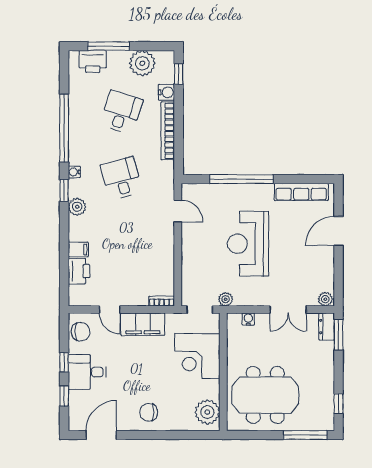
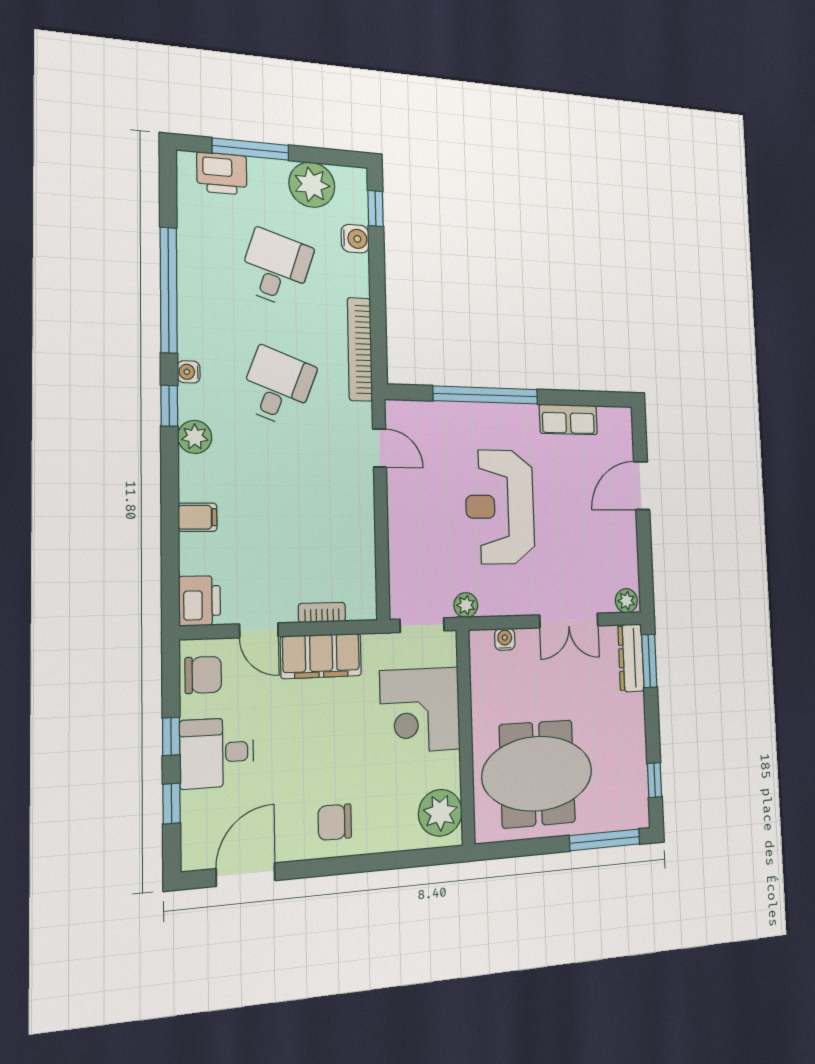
bookcase: (168, 131) -> (360, 349), moved
desk: (121, 178) -> (277, 387), turned 36
row of seats: (301, 192) -> (568, 419), width x0.68
printer: (79, 271) -> (200, 601), moved
bookcase: (162, 301) -> (322, 612), moved
dresser: (327, 327) -> (631, 658), width x1.44

